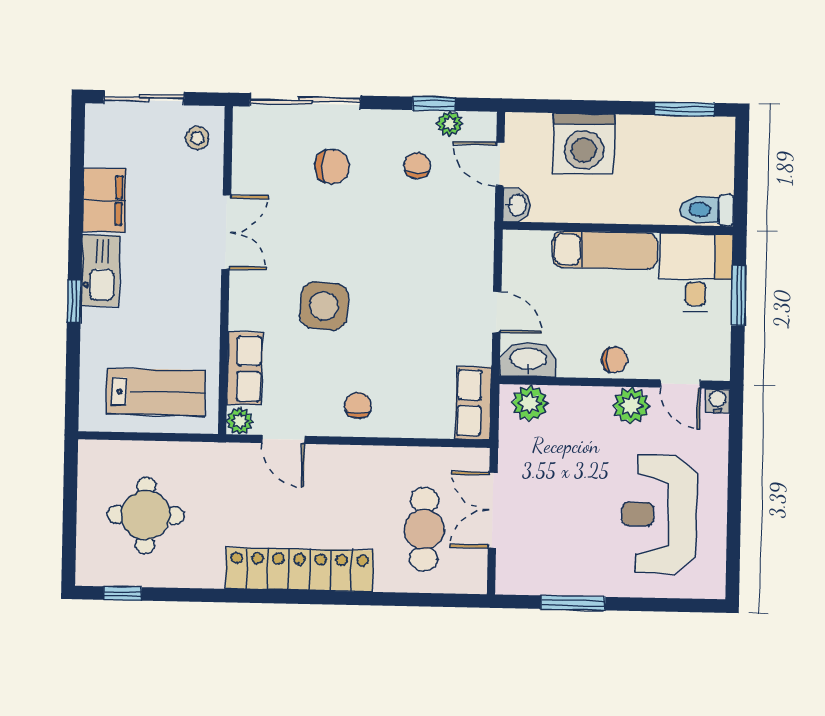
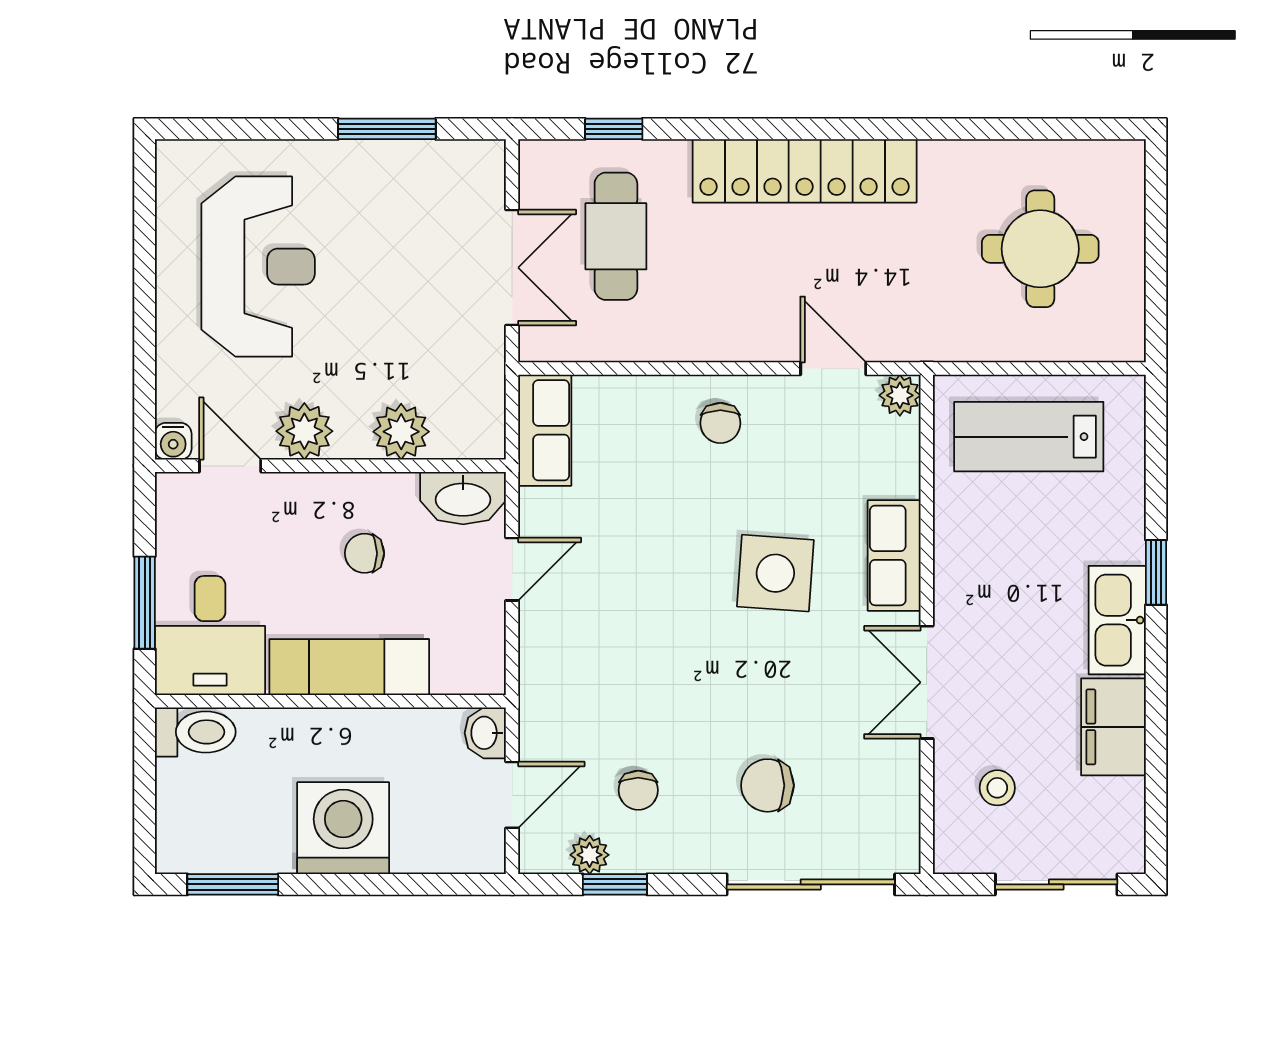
stool: (197, 138) -> (997, 788), moved
washing machine: (584, 144) -> (343, 828), moved
door: (500, 164) -> (512, 795), hinge flipped
door: (497, 312) -> (512, 569), swing flipped
chair: (615, 360) -> (364, 553), moved
row of seats: (245, 369) -> (894, 555), moved
plant: (530, 403) -> (401, 432), moved
window: (123, 593) -> (614, 129), moved

